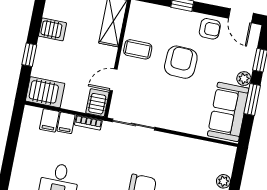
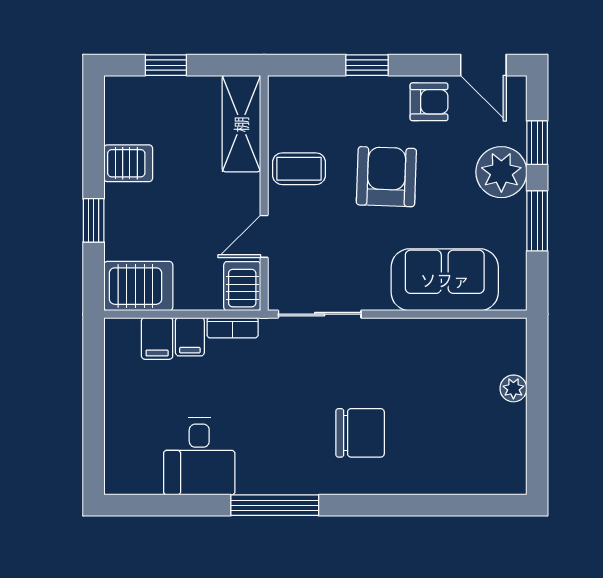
plant: (244, 79) -> (501, 172), width x1.87, depth x1.87
sofa: (228, 112) -> (445, 280), moved, turned 90

